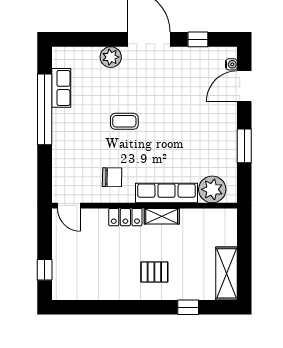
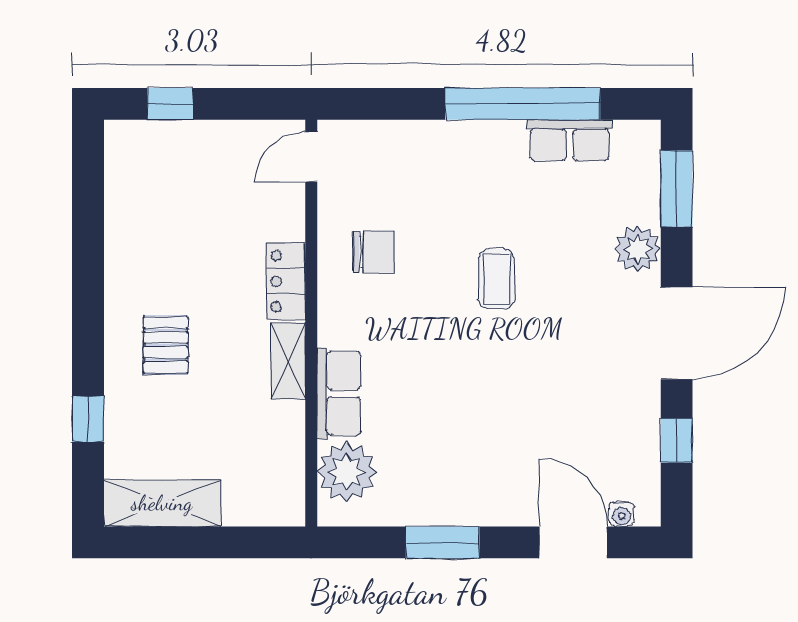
window: (83, 39) -> (677, 189), added
chair: (112, 177) -> (374, 252), turned -91
row of seats: (167, 193) -> (339, 393), width x0.68

